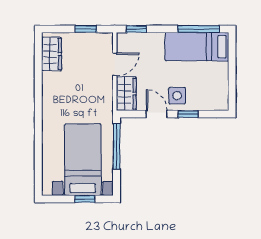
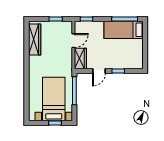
wardrobe: (52, 54) -> (35, 40), width x1.50
side table: (177, 96) -> (111, 60), removed
door: (157, 114) -> (99, 71), swing flipped

